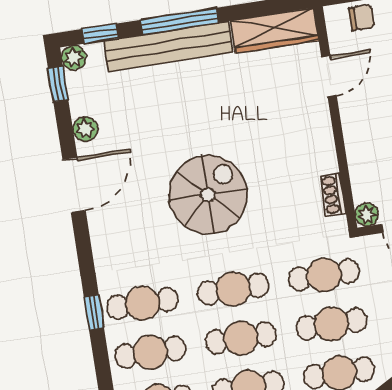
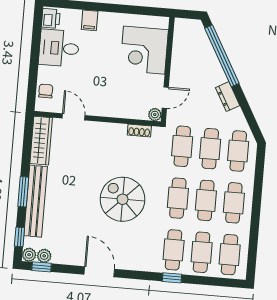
window: (179, 21) -> (23, 192), width x0.69
plant: (85, 129) -> (44, 256), moved

